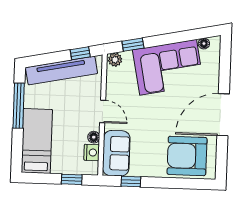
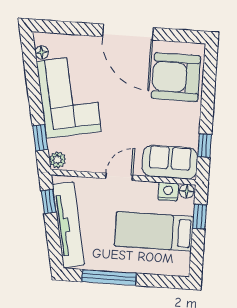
floor lamp: (94, 137) -> (187, 191), moved
bed: (37, 141) -> (154, 231), moved
armchair: (187, 156) -> (176, 77), turned 90

